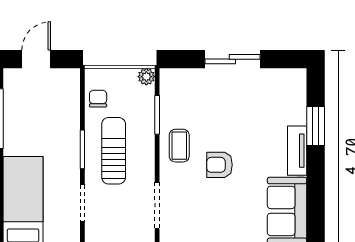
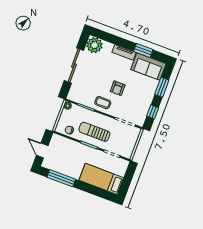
sliding door: (232, 59) -> (74, 66), width x1.37
plant: (289, 85) -> (94, 45), added
window: (316, 126) -> (143, 50), moved

